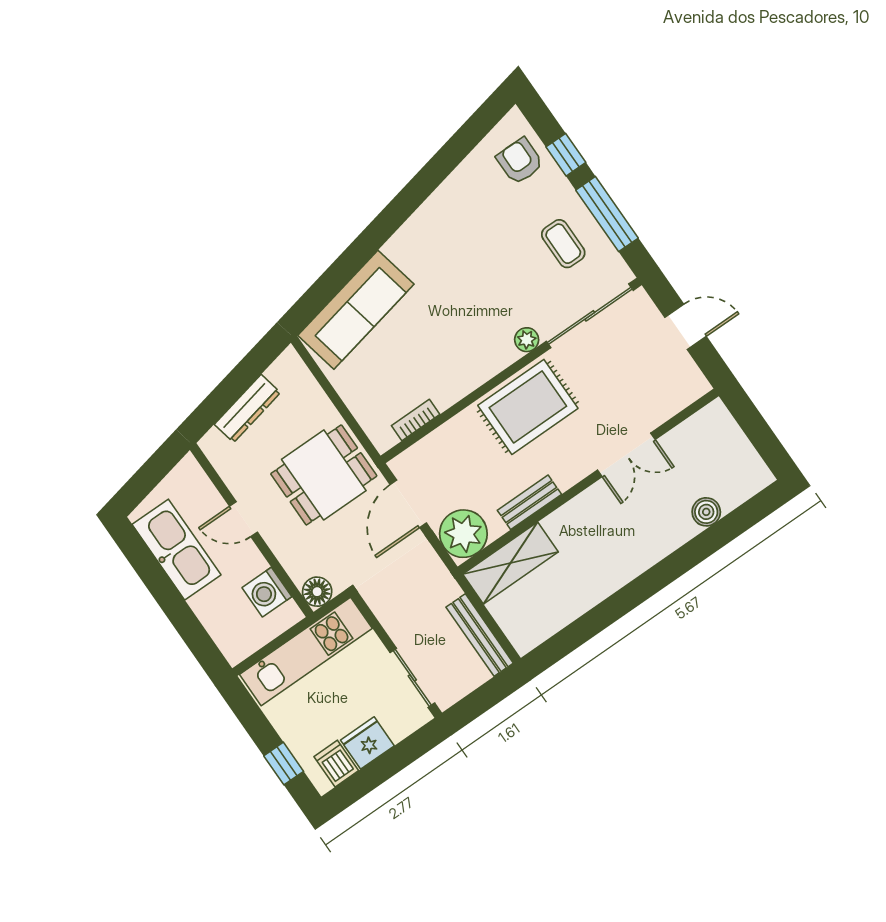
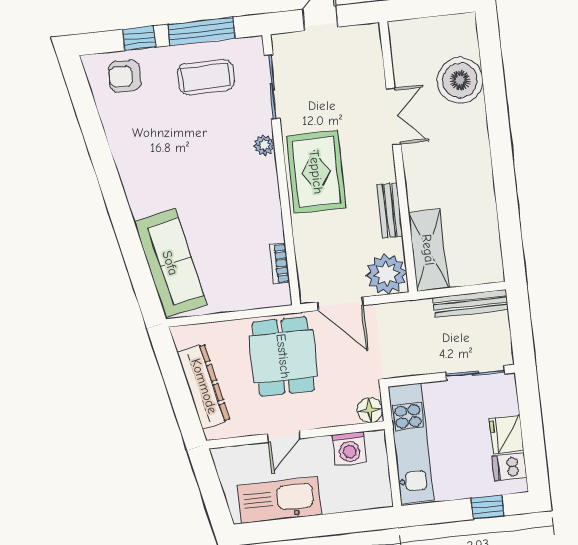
coffee table: (563, 244) -> (206, 77), width x1.36, depth x1.30
sliding door: (590, 316) -> (272, 87), width x0.73
dresser: (247, 408) -> (204, 386), width x1.37, depth x1.24
boiler: (706, 512) -> (460, 80), width x1.86, depth x1.86

